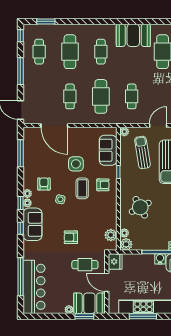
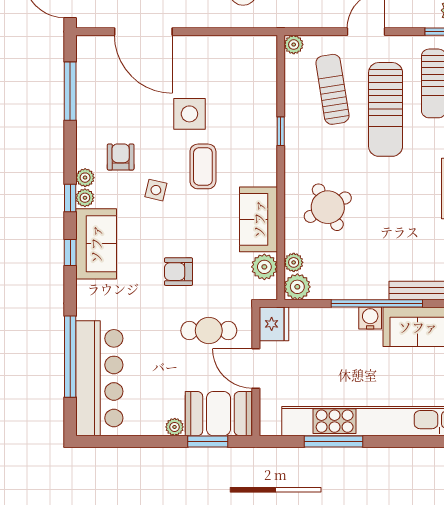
sofa: (108, 150) -> (259, 219), moved
armchair: (103, 185) -> (248, 159), removed

